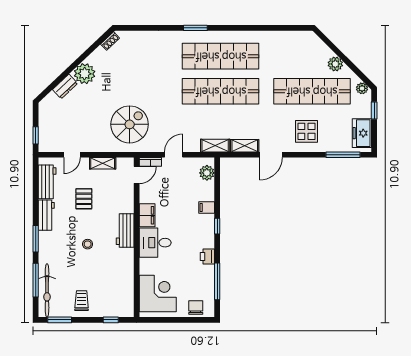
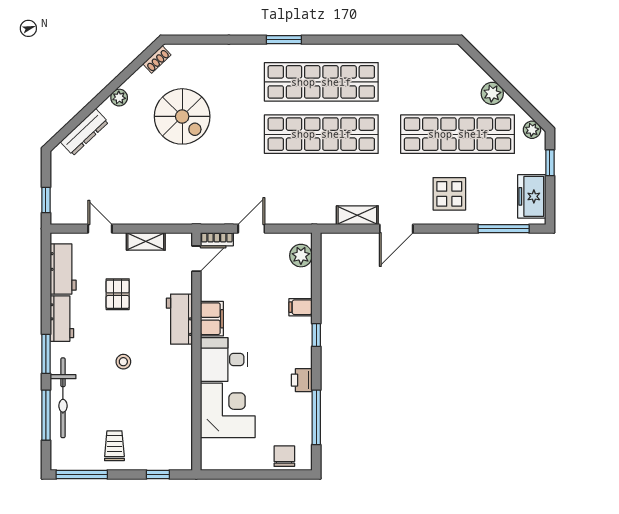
plant: (85, 74) -> (119, 98), width x0.53, depth x0.53
dresser: (65, 87) -> (84, 132), width x1.44
spiral stairs: (130, 124) -> (182, 116), moved, turned 90
shelving: (215, 146) -> (313, 215), removed
door: (72, 155) -> (100, 229), swing flipped
workbench: (125, 230) -> (179, 319), moved
bicycle: (47, 290) -> (63, 398), moved
corner desk: (158, 294) -> (228, 410), moved
window: (60, 320) -> (82, 475), width x1.44

